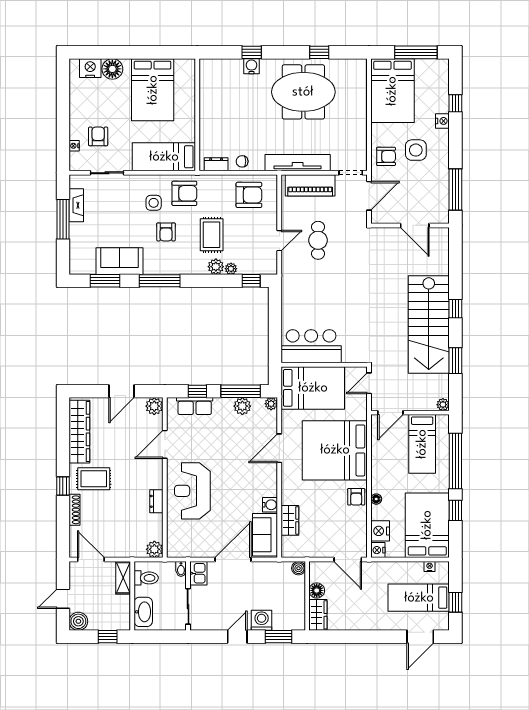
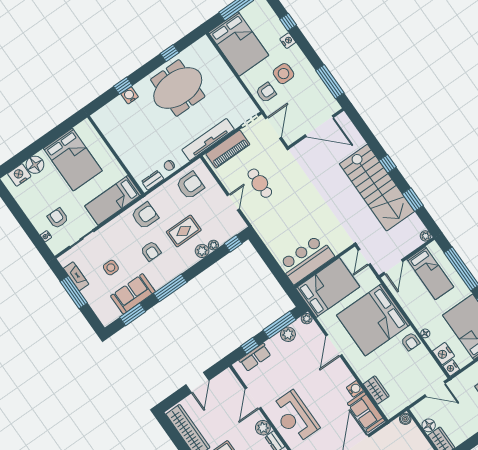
side table: (154, 203) -> (111, 268), moved
door: (415, 225) -> (319, 126), width x1.36
rug: (212, 235) -> (184, 231), turned 90
plant: (154, 406) -> (263, 428), moved

